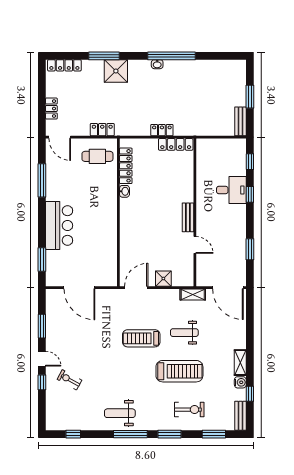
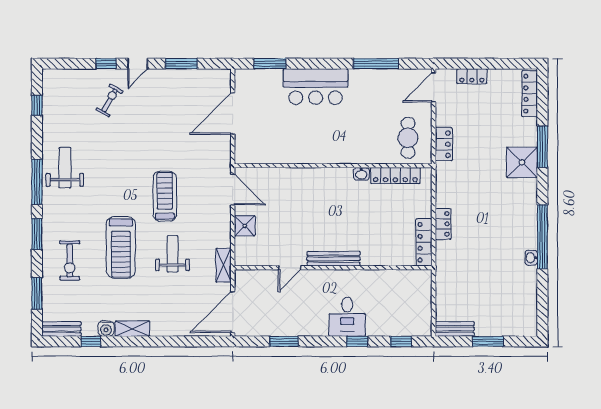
washbasin: (157, 64) -> (531, 258), moved
desk: (231, 190) -> (347, 317), moved
bench: (188, 217) -> (334, 259), width x1.36

